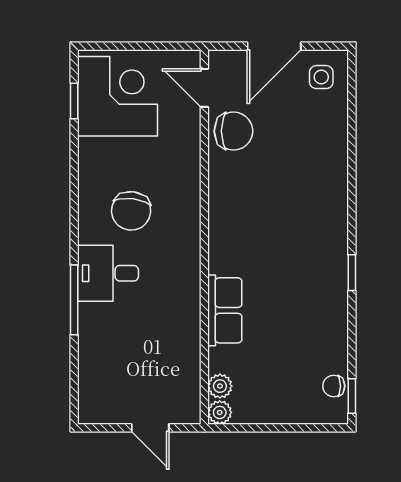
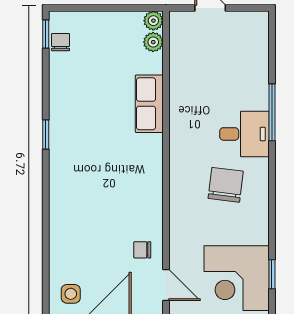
chair: (233, 131) -> (142, 250), width x0.54, depth x0.54
chair: (334, 386) -> (61, 42), turned -90

